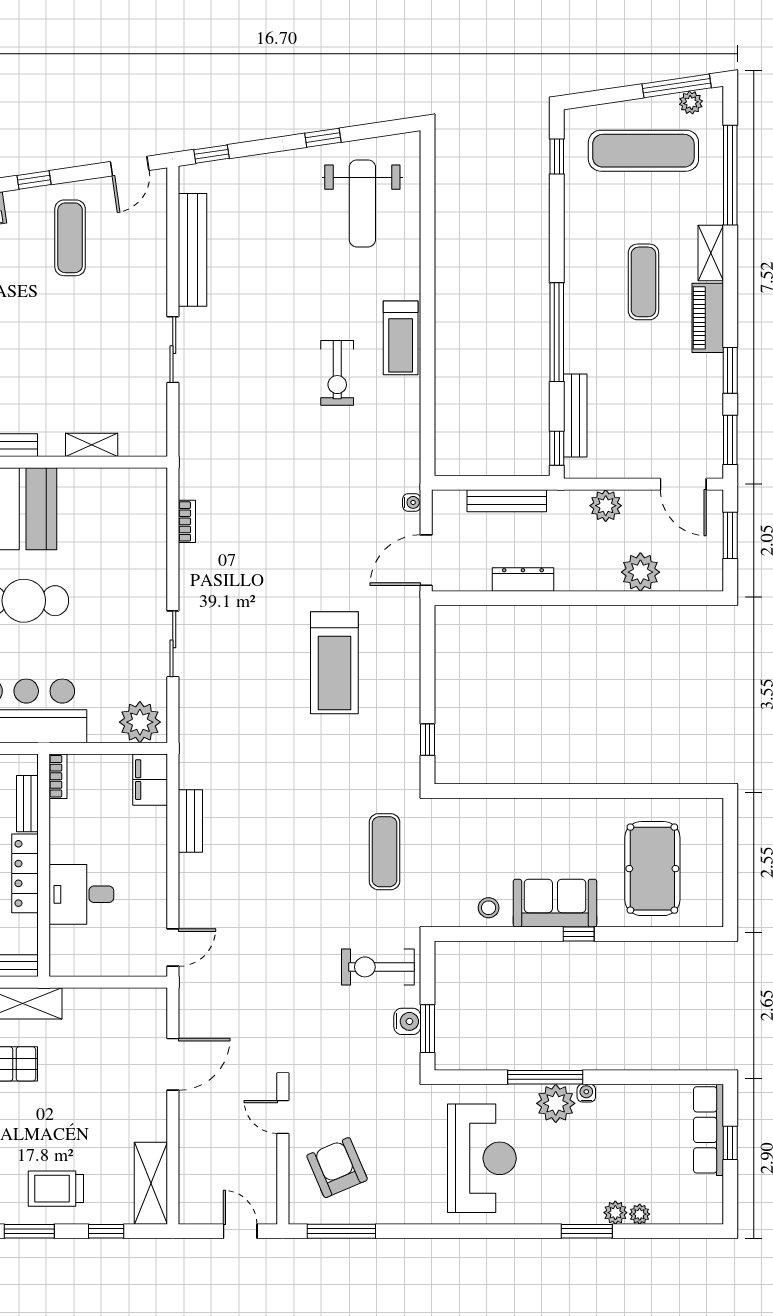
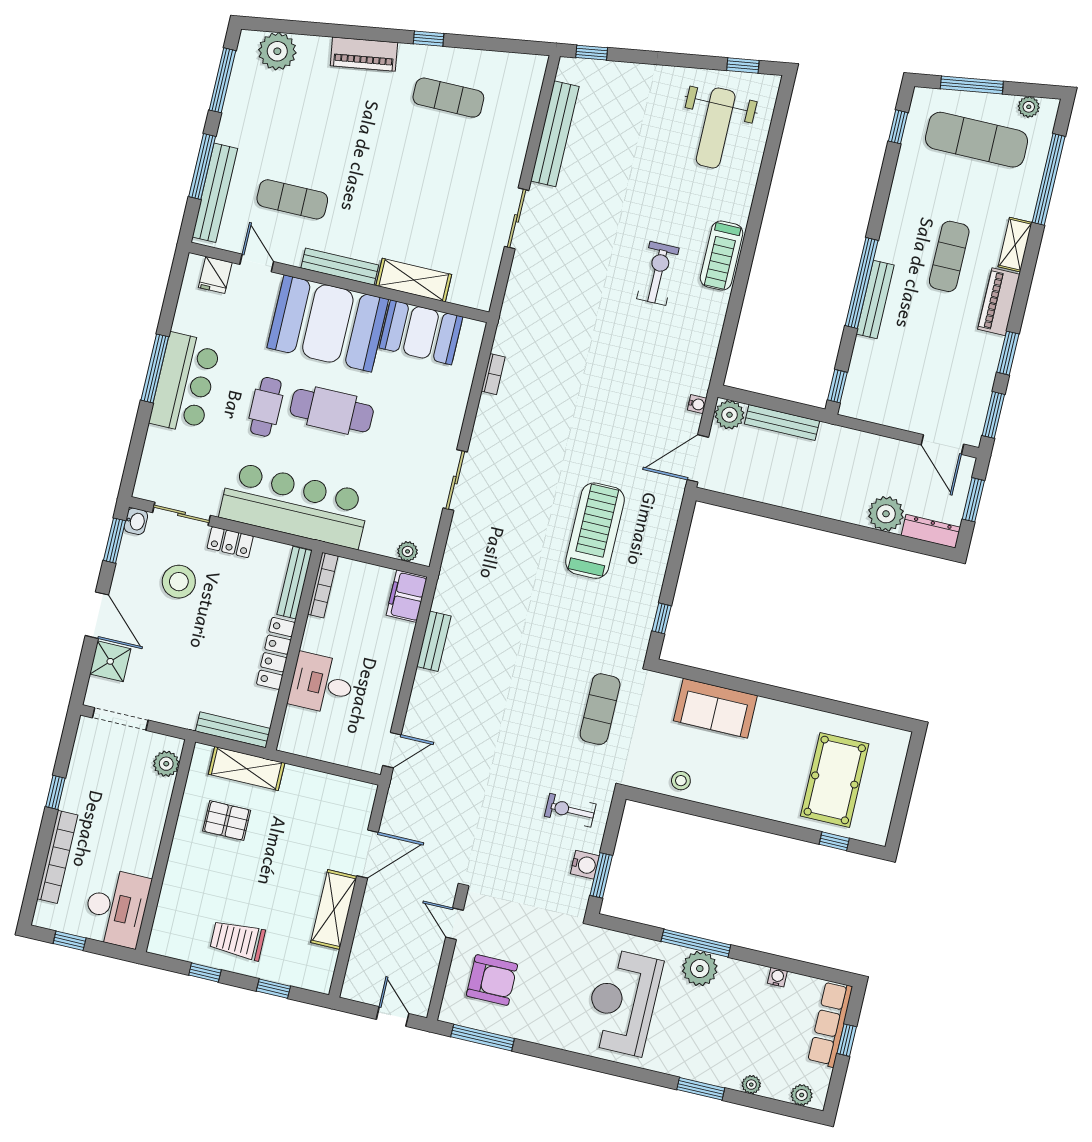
window: (677, 86) -> (972, 85), moved
window: (323, 138) -> (743, 65), moved
door: (130, 166) -> (516, 46), removed
exercise mat: (70, 238) -> (448, 98), turned 90
exercise bike: (337, 373) -> (658, 273), turned 180
bench: (575, 415) -> (875, 299), moved
shelving: (92, 445) -> (414, 280), width x1.50, depth x1.33
booth: (99, 495) -> (421, 332), added
plant: (606, 506) -> (729, 415), moved
dresser: (523, 580) -> (931, 531), moved
treadmill: (334, 663) -> (595, 531), turned 180
plant: (140, 722) -> (408, 551), width x0.53, depth x0.53
bookcase: (58, 776) -> (323, 585), width x1.56
bench: (27, 804) -> (295, 583), width x1.36
sofa: (555, 903) -> (715, 708), moved, turned 180
window: (579, 934) -> (834, 841), moved
exercise bike: (378, 967) -> (570, 810), width x0.73, depth x0.72
water cooler: (586, 1093) -> (777, 977), moved
reception desk: (482, 1158) -> (623, 1002), turned 180
armchair: (337, 1168) -> (492, 980), turned 113
shelving: (151, 1183) -> (334, 910), moved
plant: (615, 1213) -> (802, 1095), moved
window: (29, 1231) -> (205, 973), width x0.67

